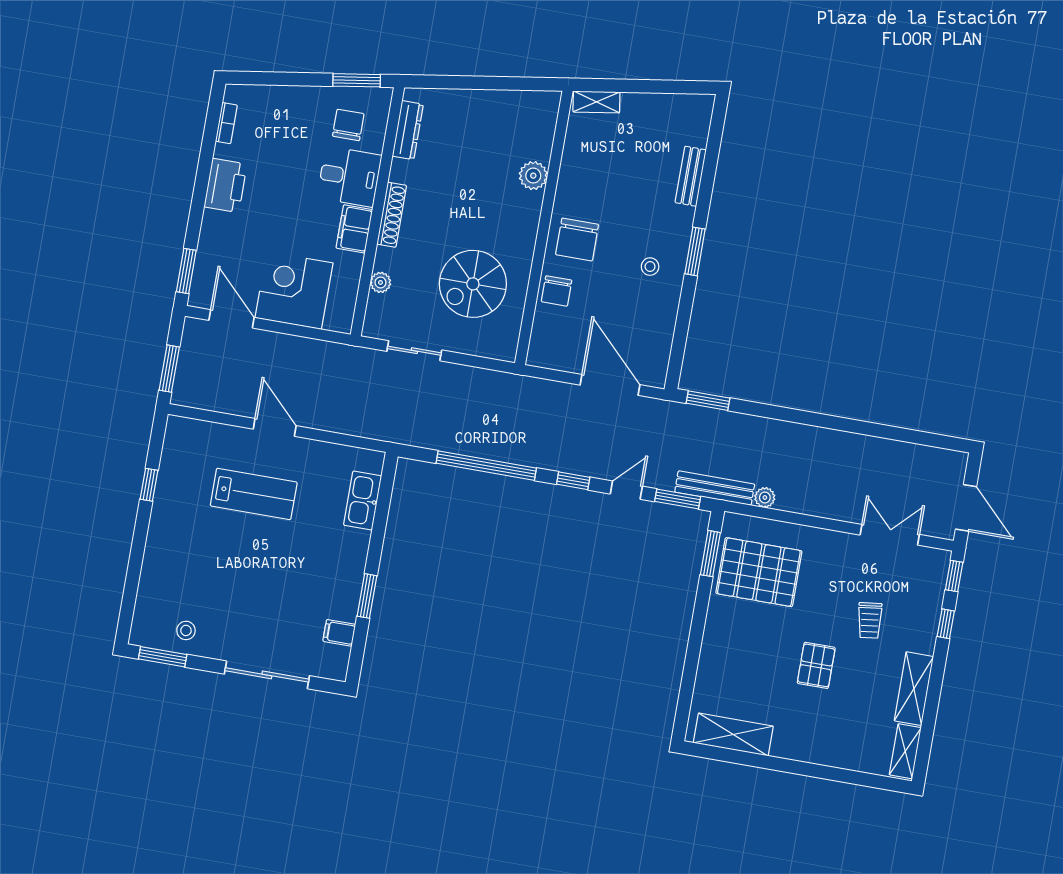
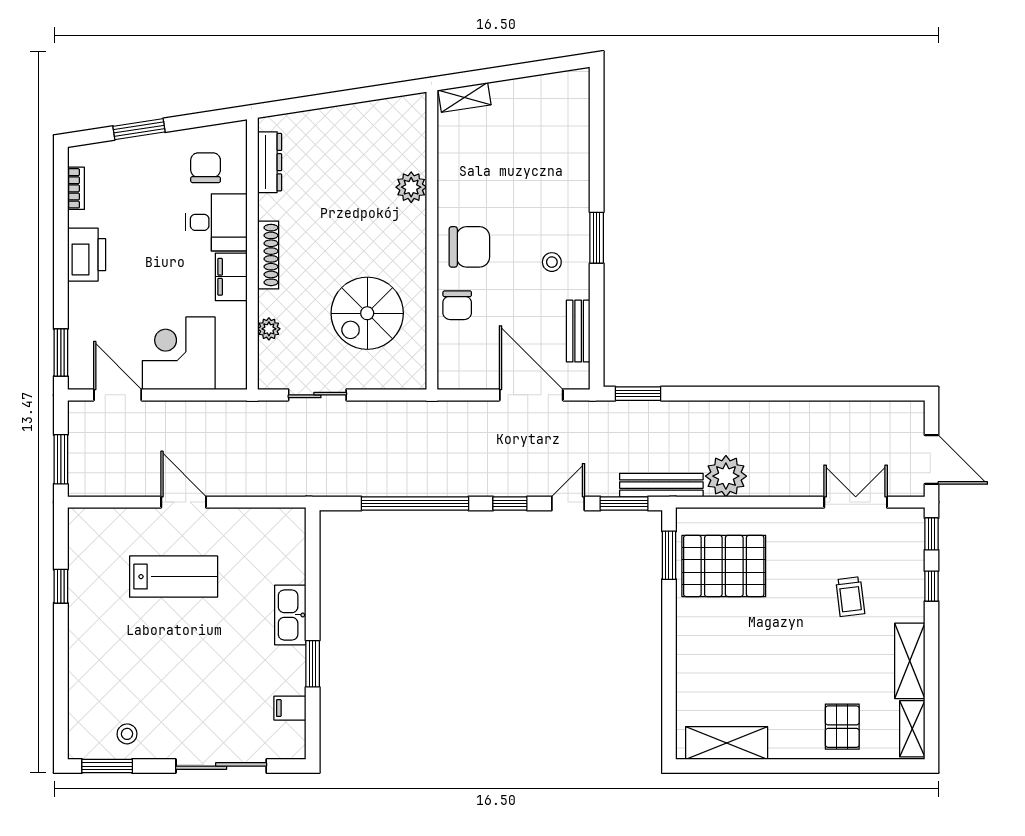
window: (357, 80) -> (139, 129), moved
bench: (691, 176) -> (578, 331), moved
chair: (577, 240) -> (469, 247), turned -90
plant: (765, 498) -> (726, 476), width x1.87, depth x1.87
kitchen sink: (363, 501) -> (290, 615), moved
pallet: (816, 665) -> (842, 727), moved

